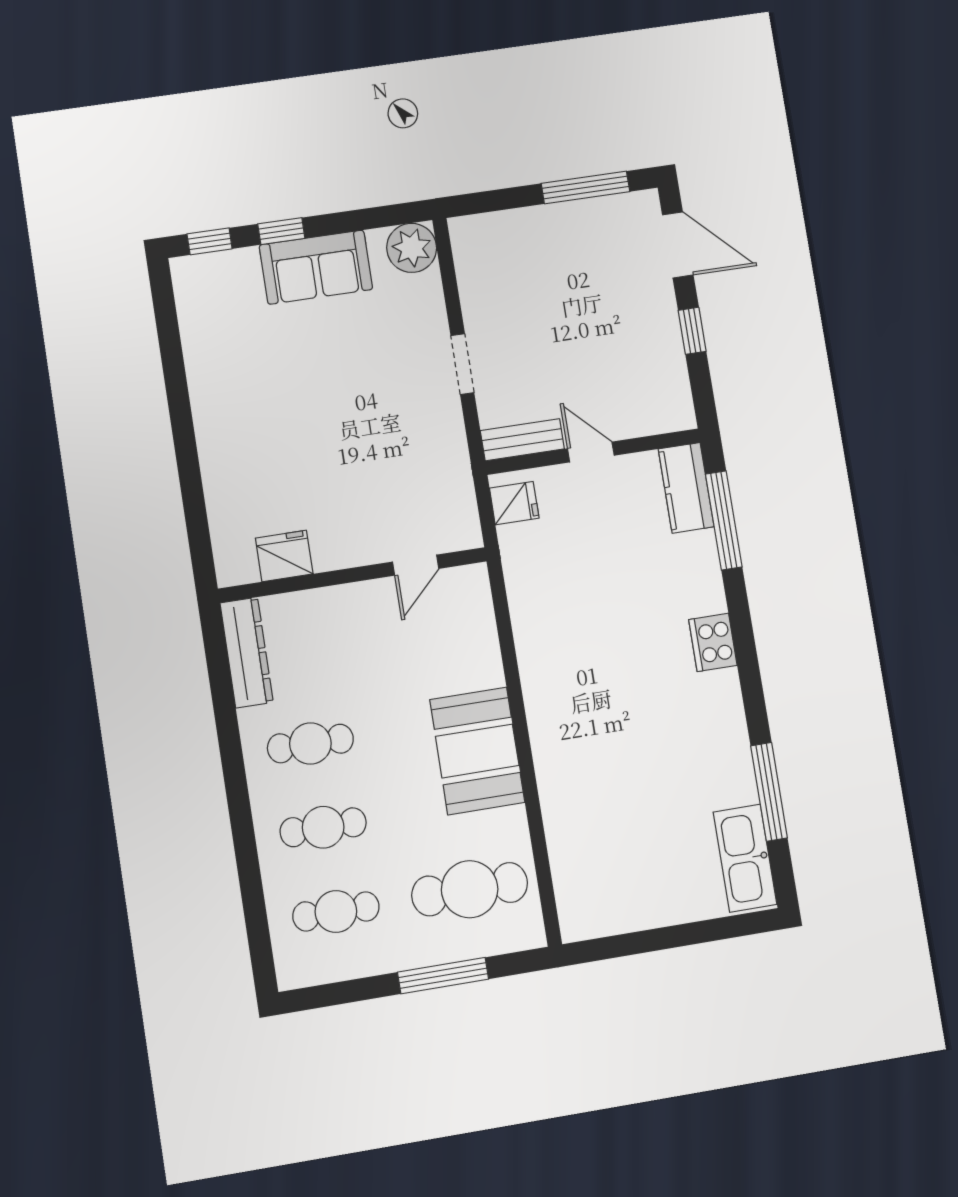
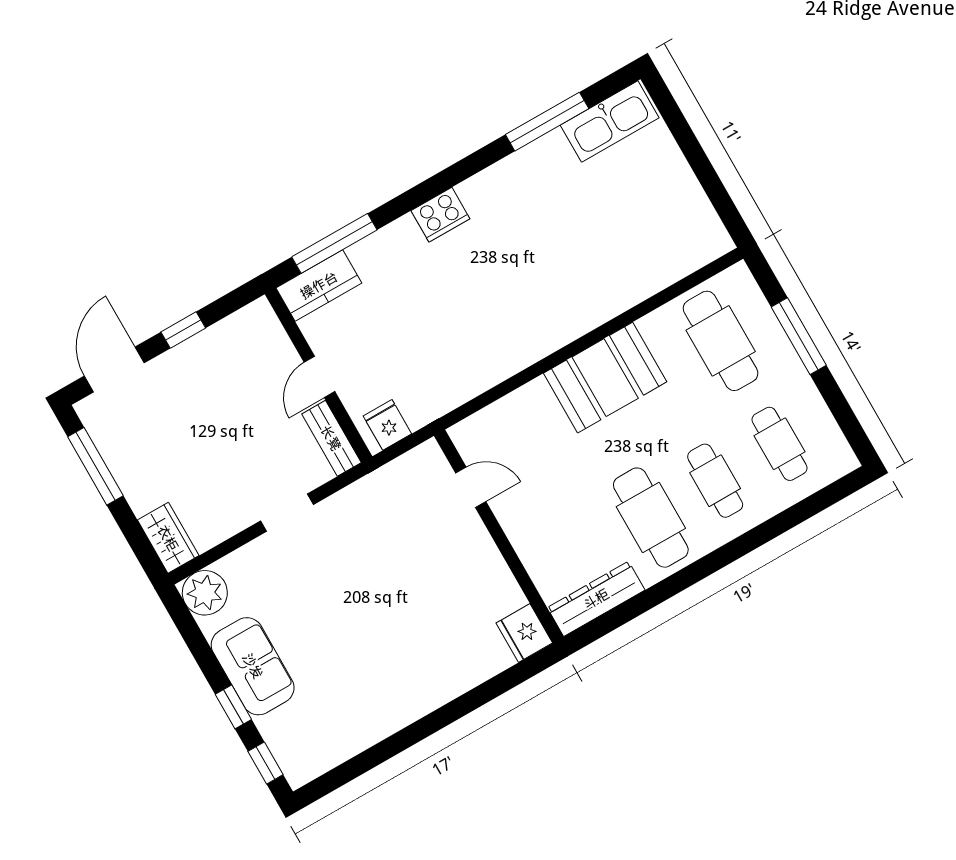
wardrobe: (483, 232) -> (168, 538), added
fridge: (284, 556) -> (524, 633), moved
cafe table: (310, 744) -> (651, 518), width x1.37, depth x1.35

